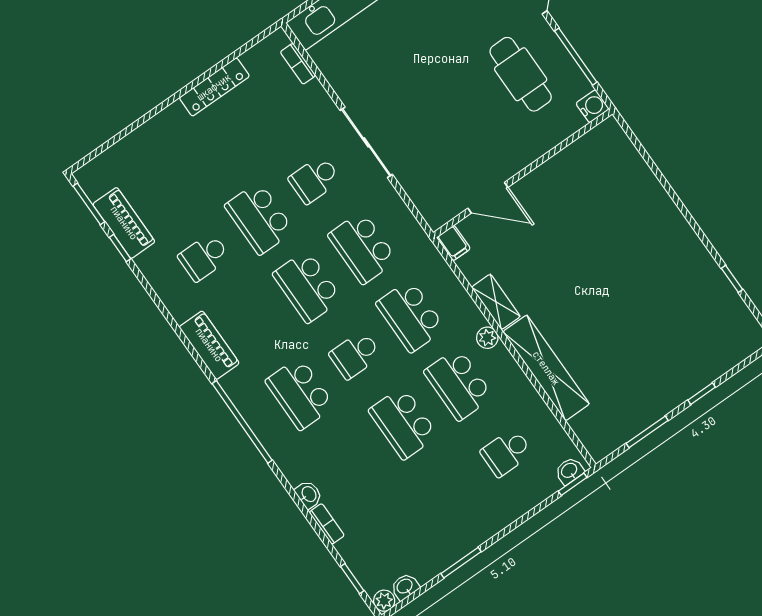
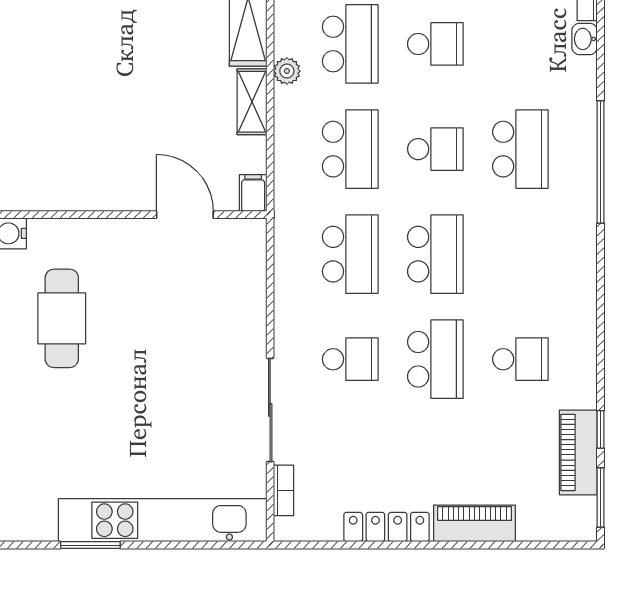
sliding door: (366, 142) -> (270, 410), moved
piano: (209, 345) -> (475, 523), moved, turned 90
school desk: (403, 423) -> (435, 44), width x0.54

